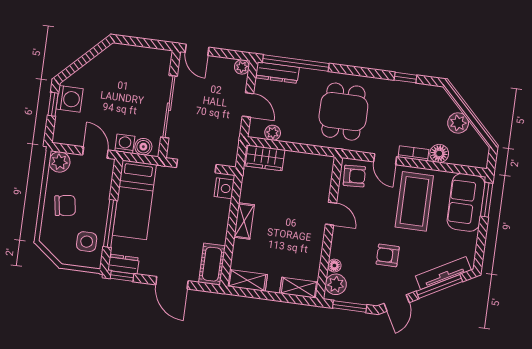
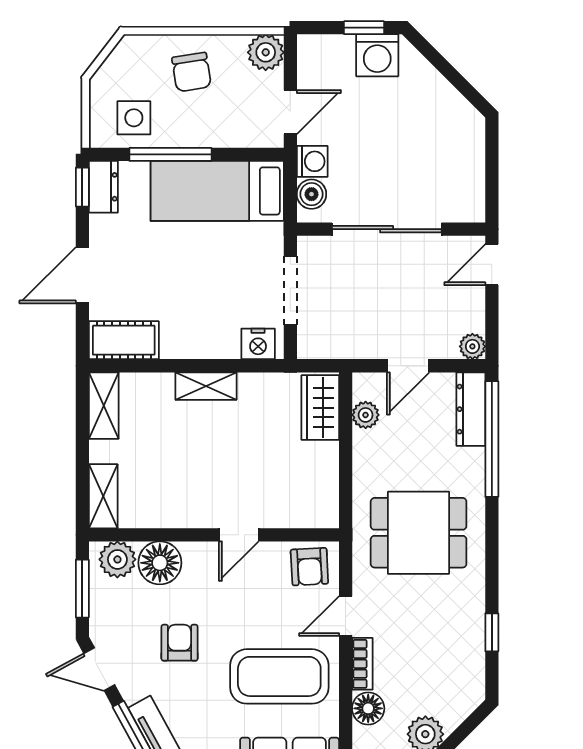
floor lamp: (334, 266) -> (160, 563), width x1.89, depth x1.89

